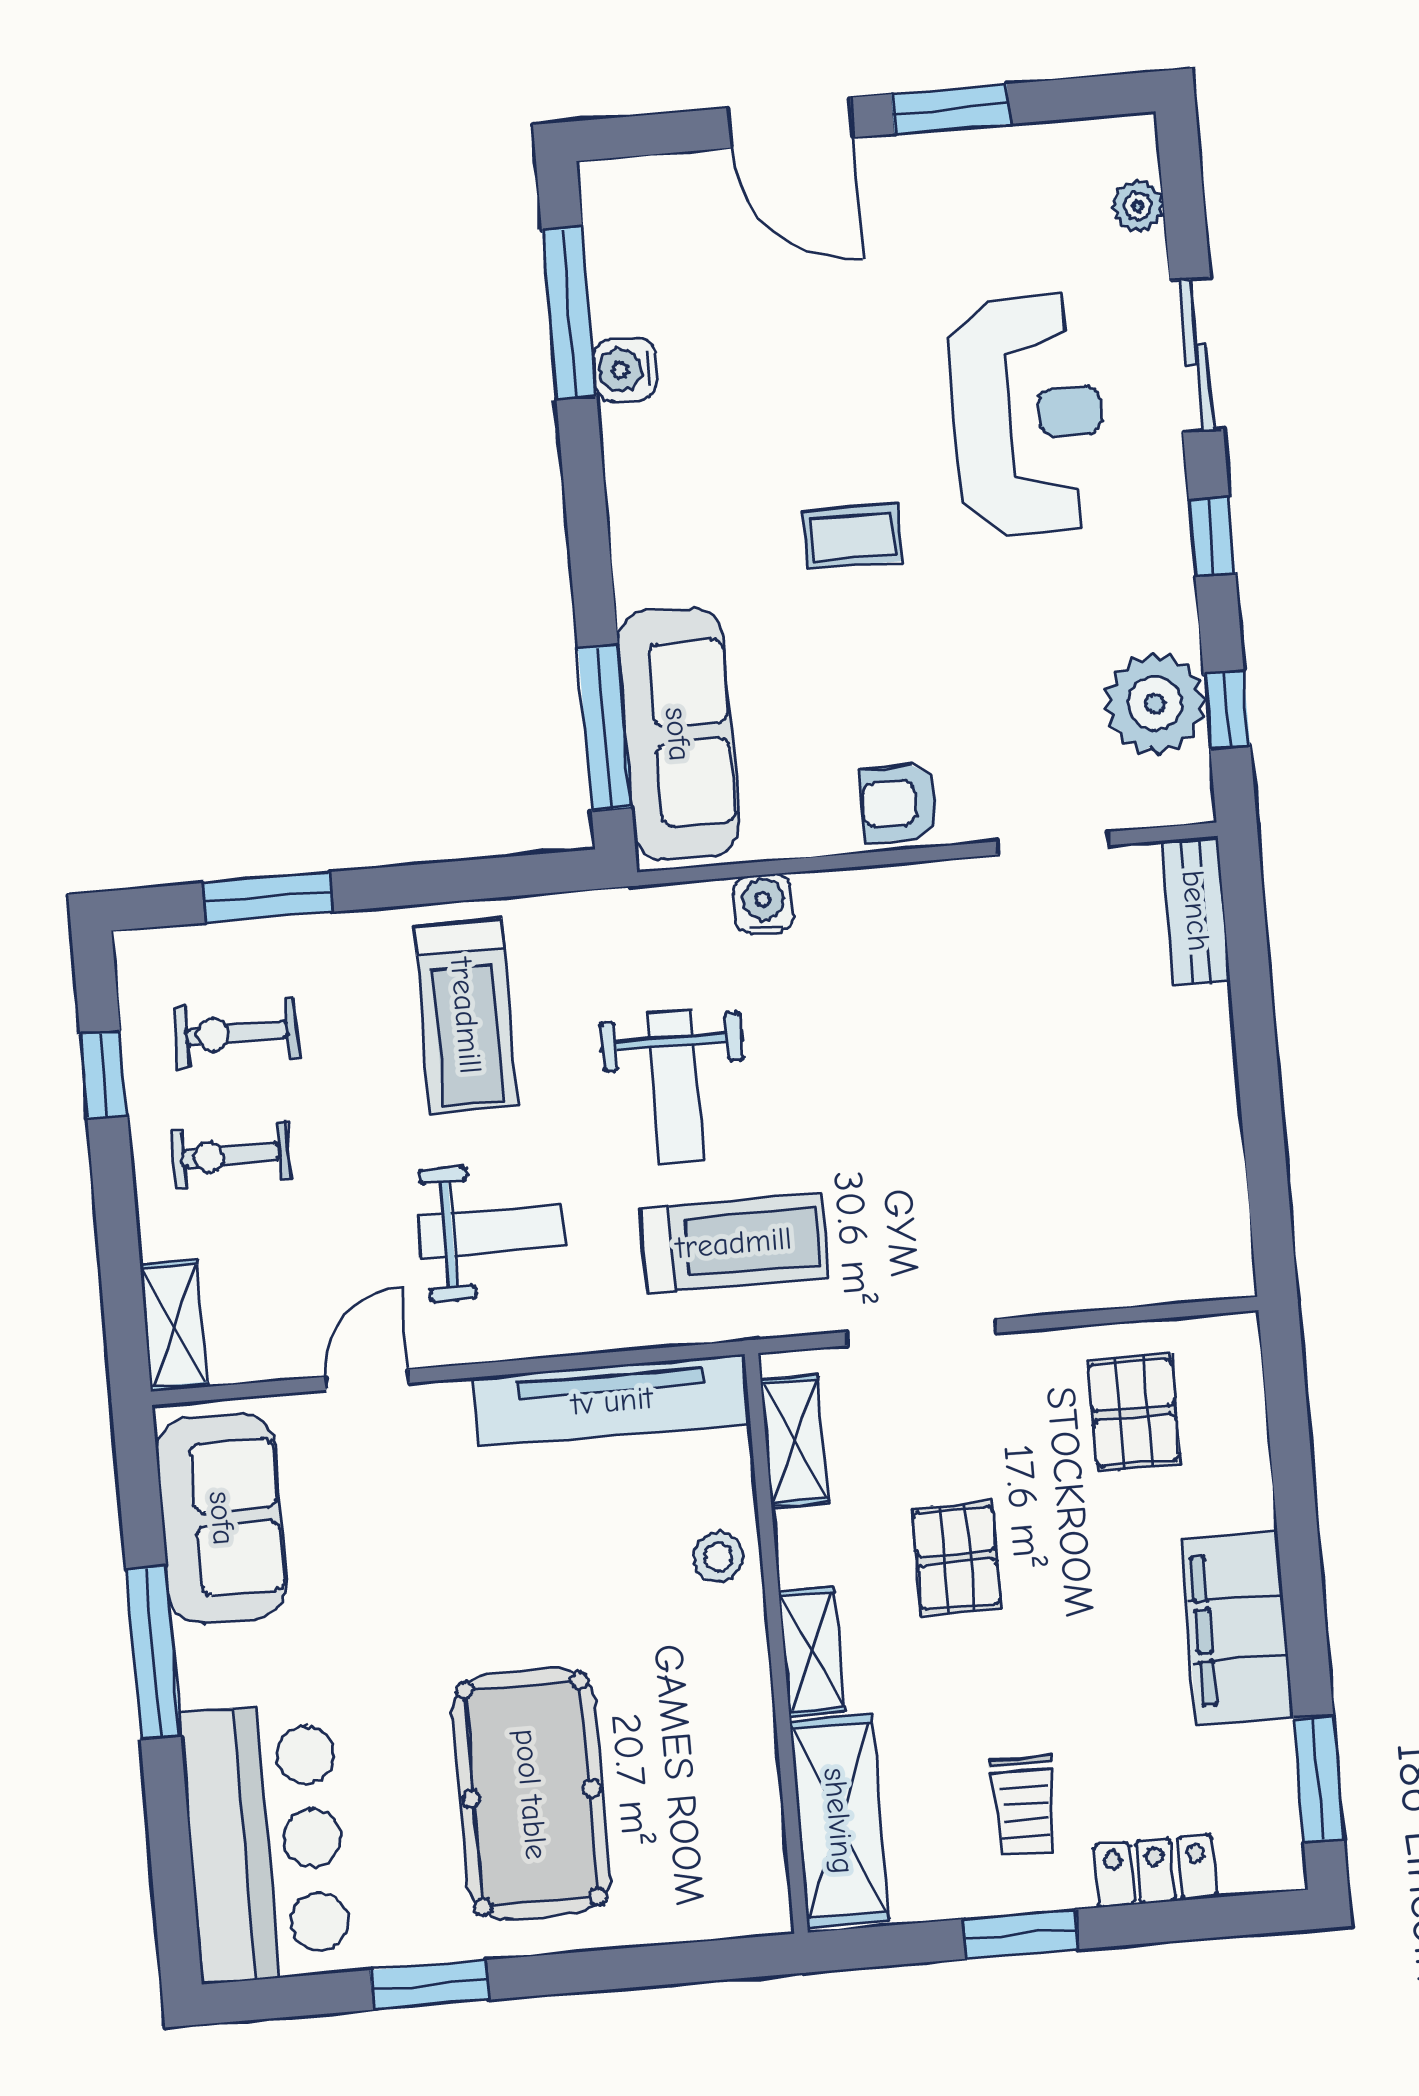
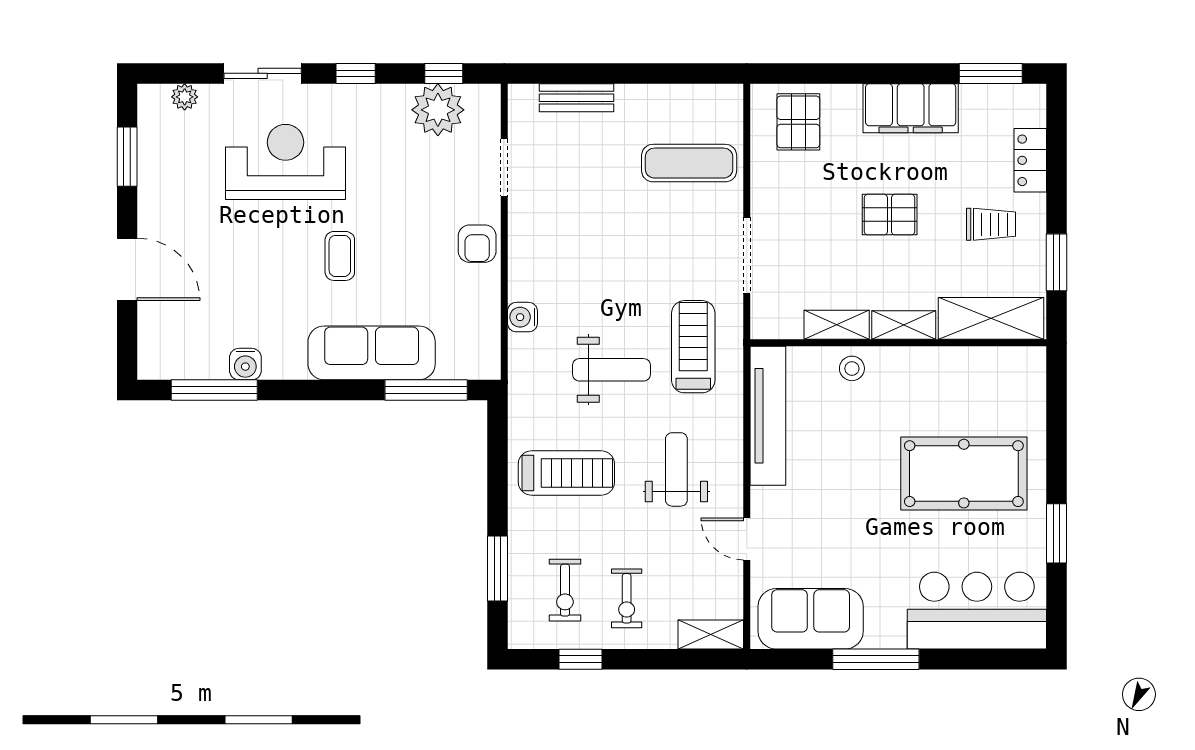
window: (951, 109) -> (127, 157), moved
door: (791, 123) -> (127, 269), hinge flipped
sofa: (678, 734) -> (372, 353), moved
bench: (1196, 911) -> (577, 98), moved
exercise mat: (1093, 1204) -> (689, 163), added
pallet: (1134, 1412) -> (798, 122), moved, turned 90
shelving: (794, 1441) -> (837, 325), moved
pallet: (957, 1558) -> (890, 215), moved
window: (1021, 1934) -> (1056, 262), moved

